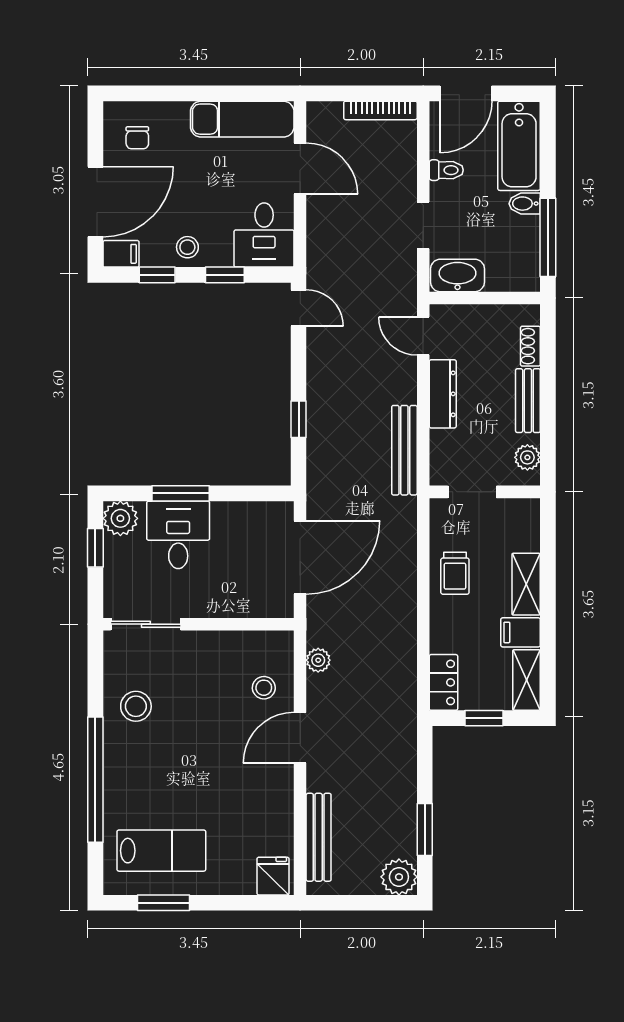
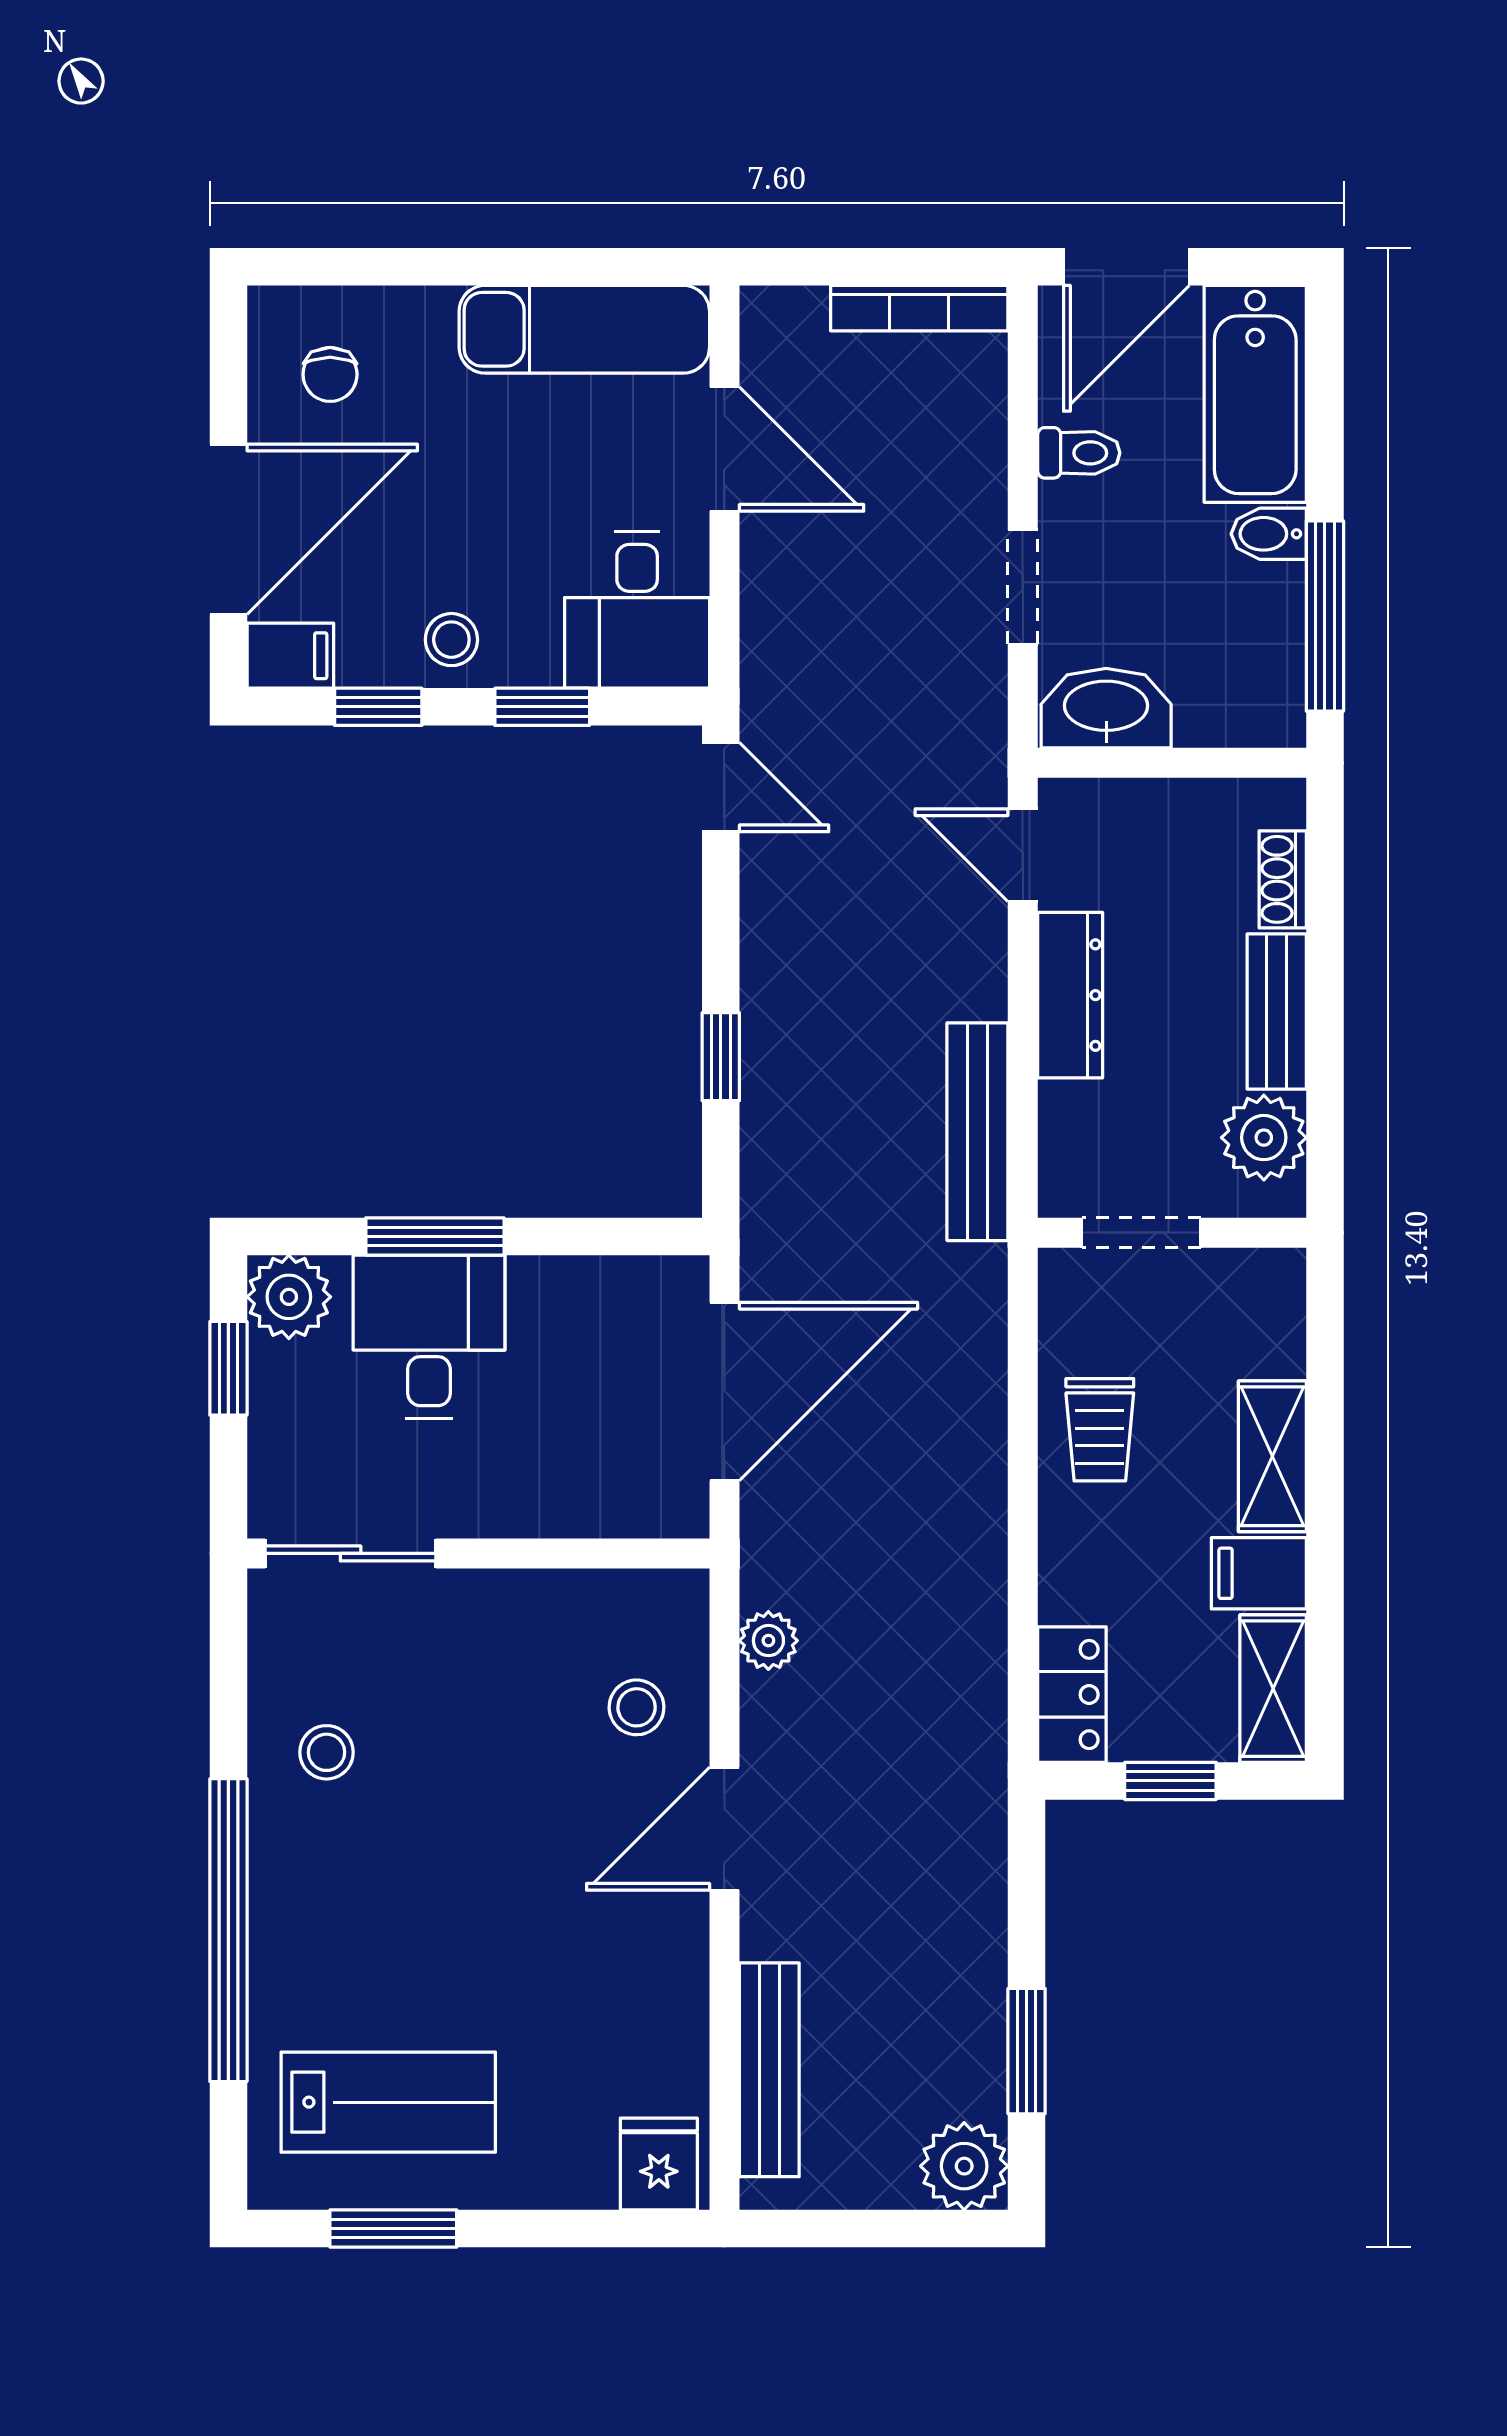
plant: (527, 457) -> (1264, 1138), width x1.38, depth x1.38
stool: (136, 706) -> (327, 1752), width x0.73, depth x0.73

